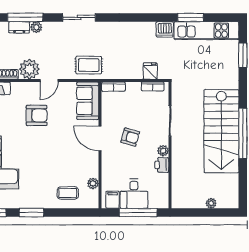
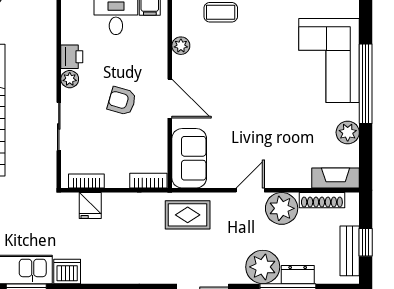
plant: (36, 27) -> (263, 267), width x1.88, depth x1.88
armchair: (37, 115) -> (270, 135), removed
plant: (93, 183) -> (181, 46), moved

